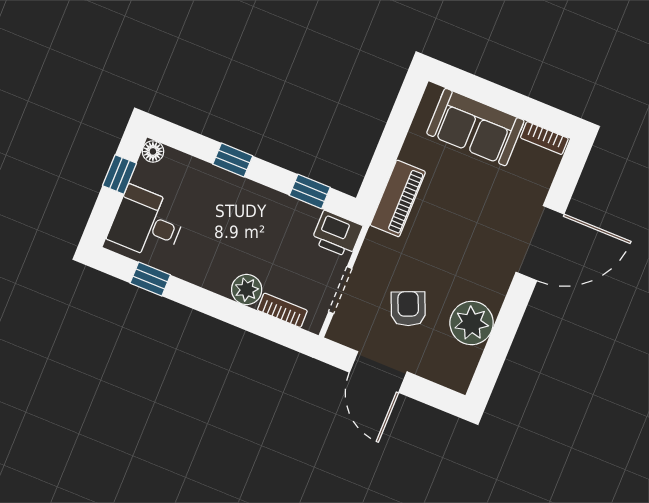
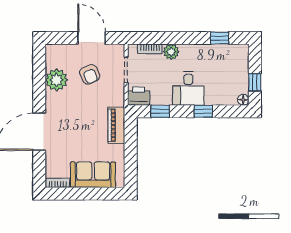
desk: (147, 223) -> (188, 88), moved, turned 90

